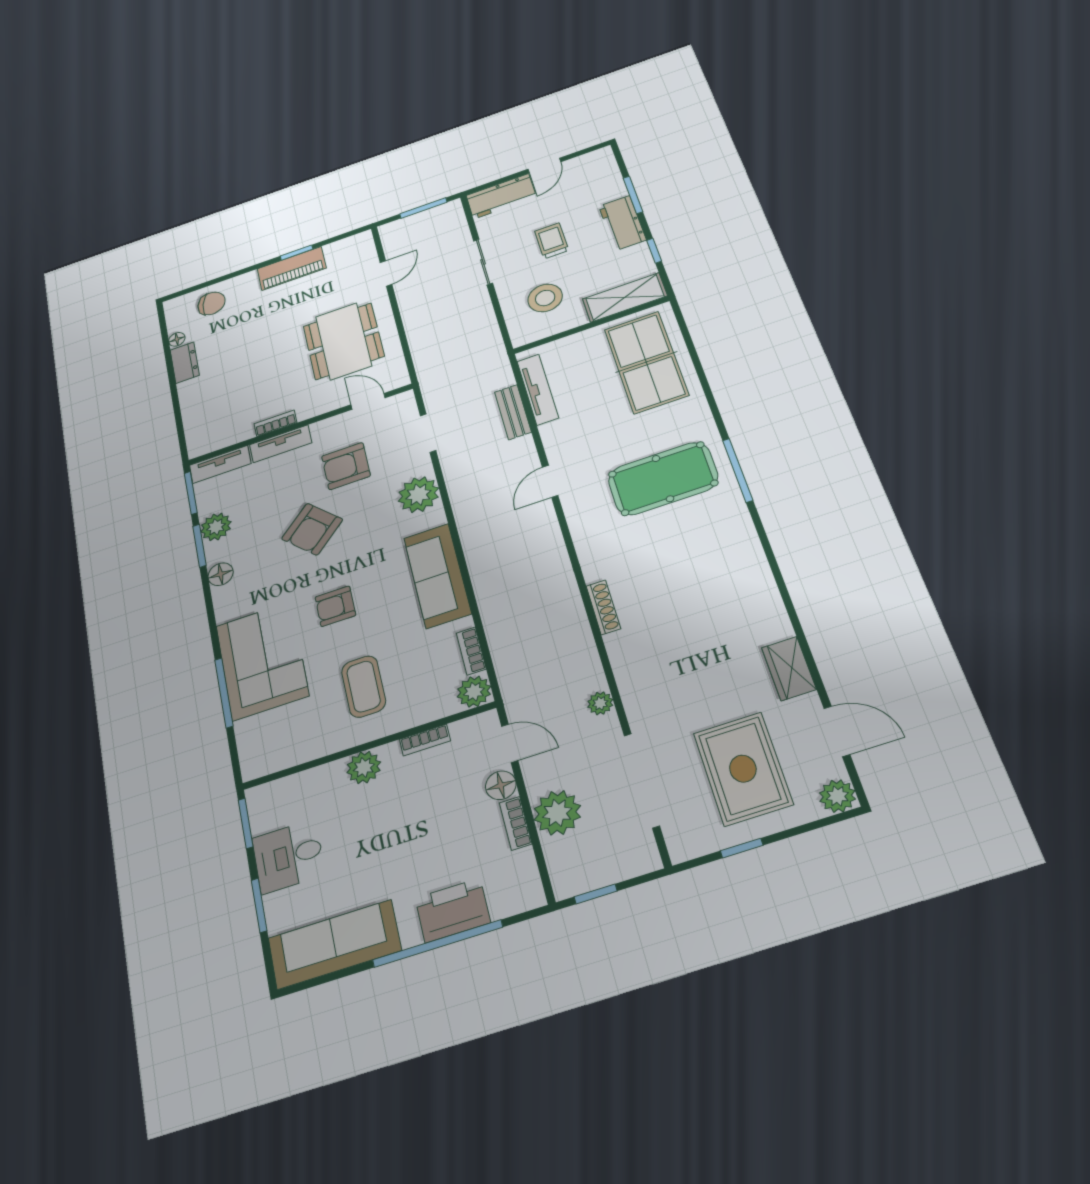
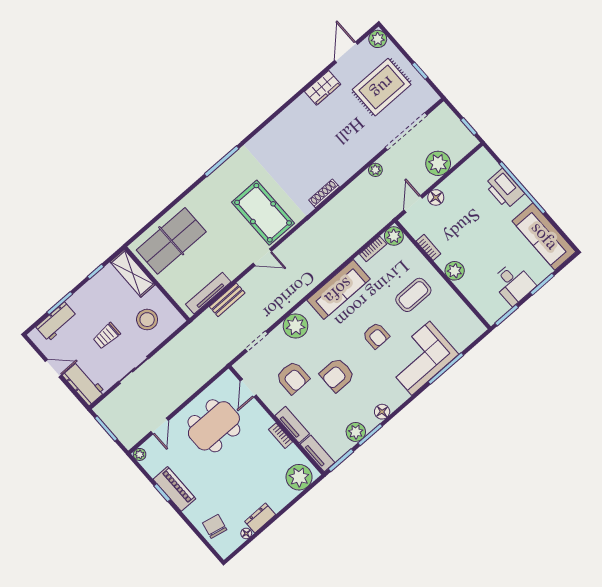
workbench: (622, 223) -> (57, 322), moved
plant: (363, 239) -> (140, 454), added
door: (386, 273) -> (160, 426), swing flipped
plant: (204, 429) -> (299, 477), added
pool table: (663, 479) -> (263, 213), moved
armchair: (312, 529) -> (337, 375), turned 134
bookcase: (516, 823) -> (451, 181), removed

